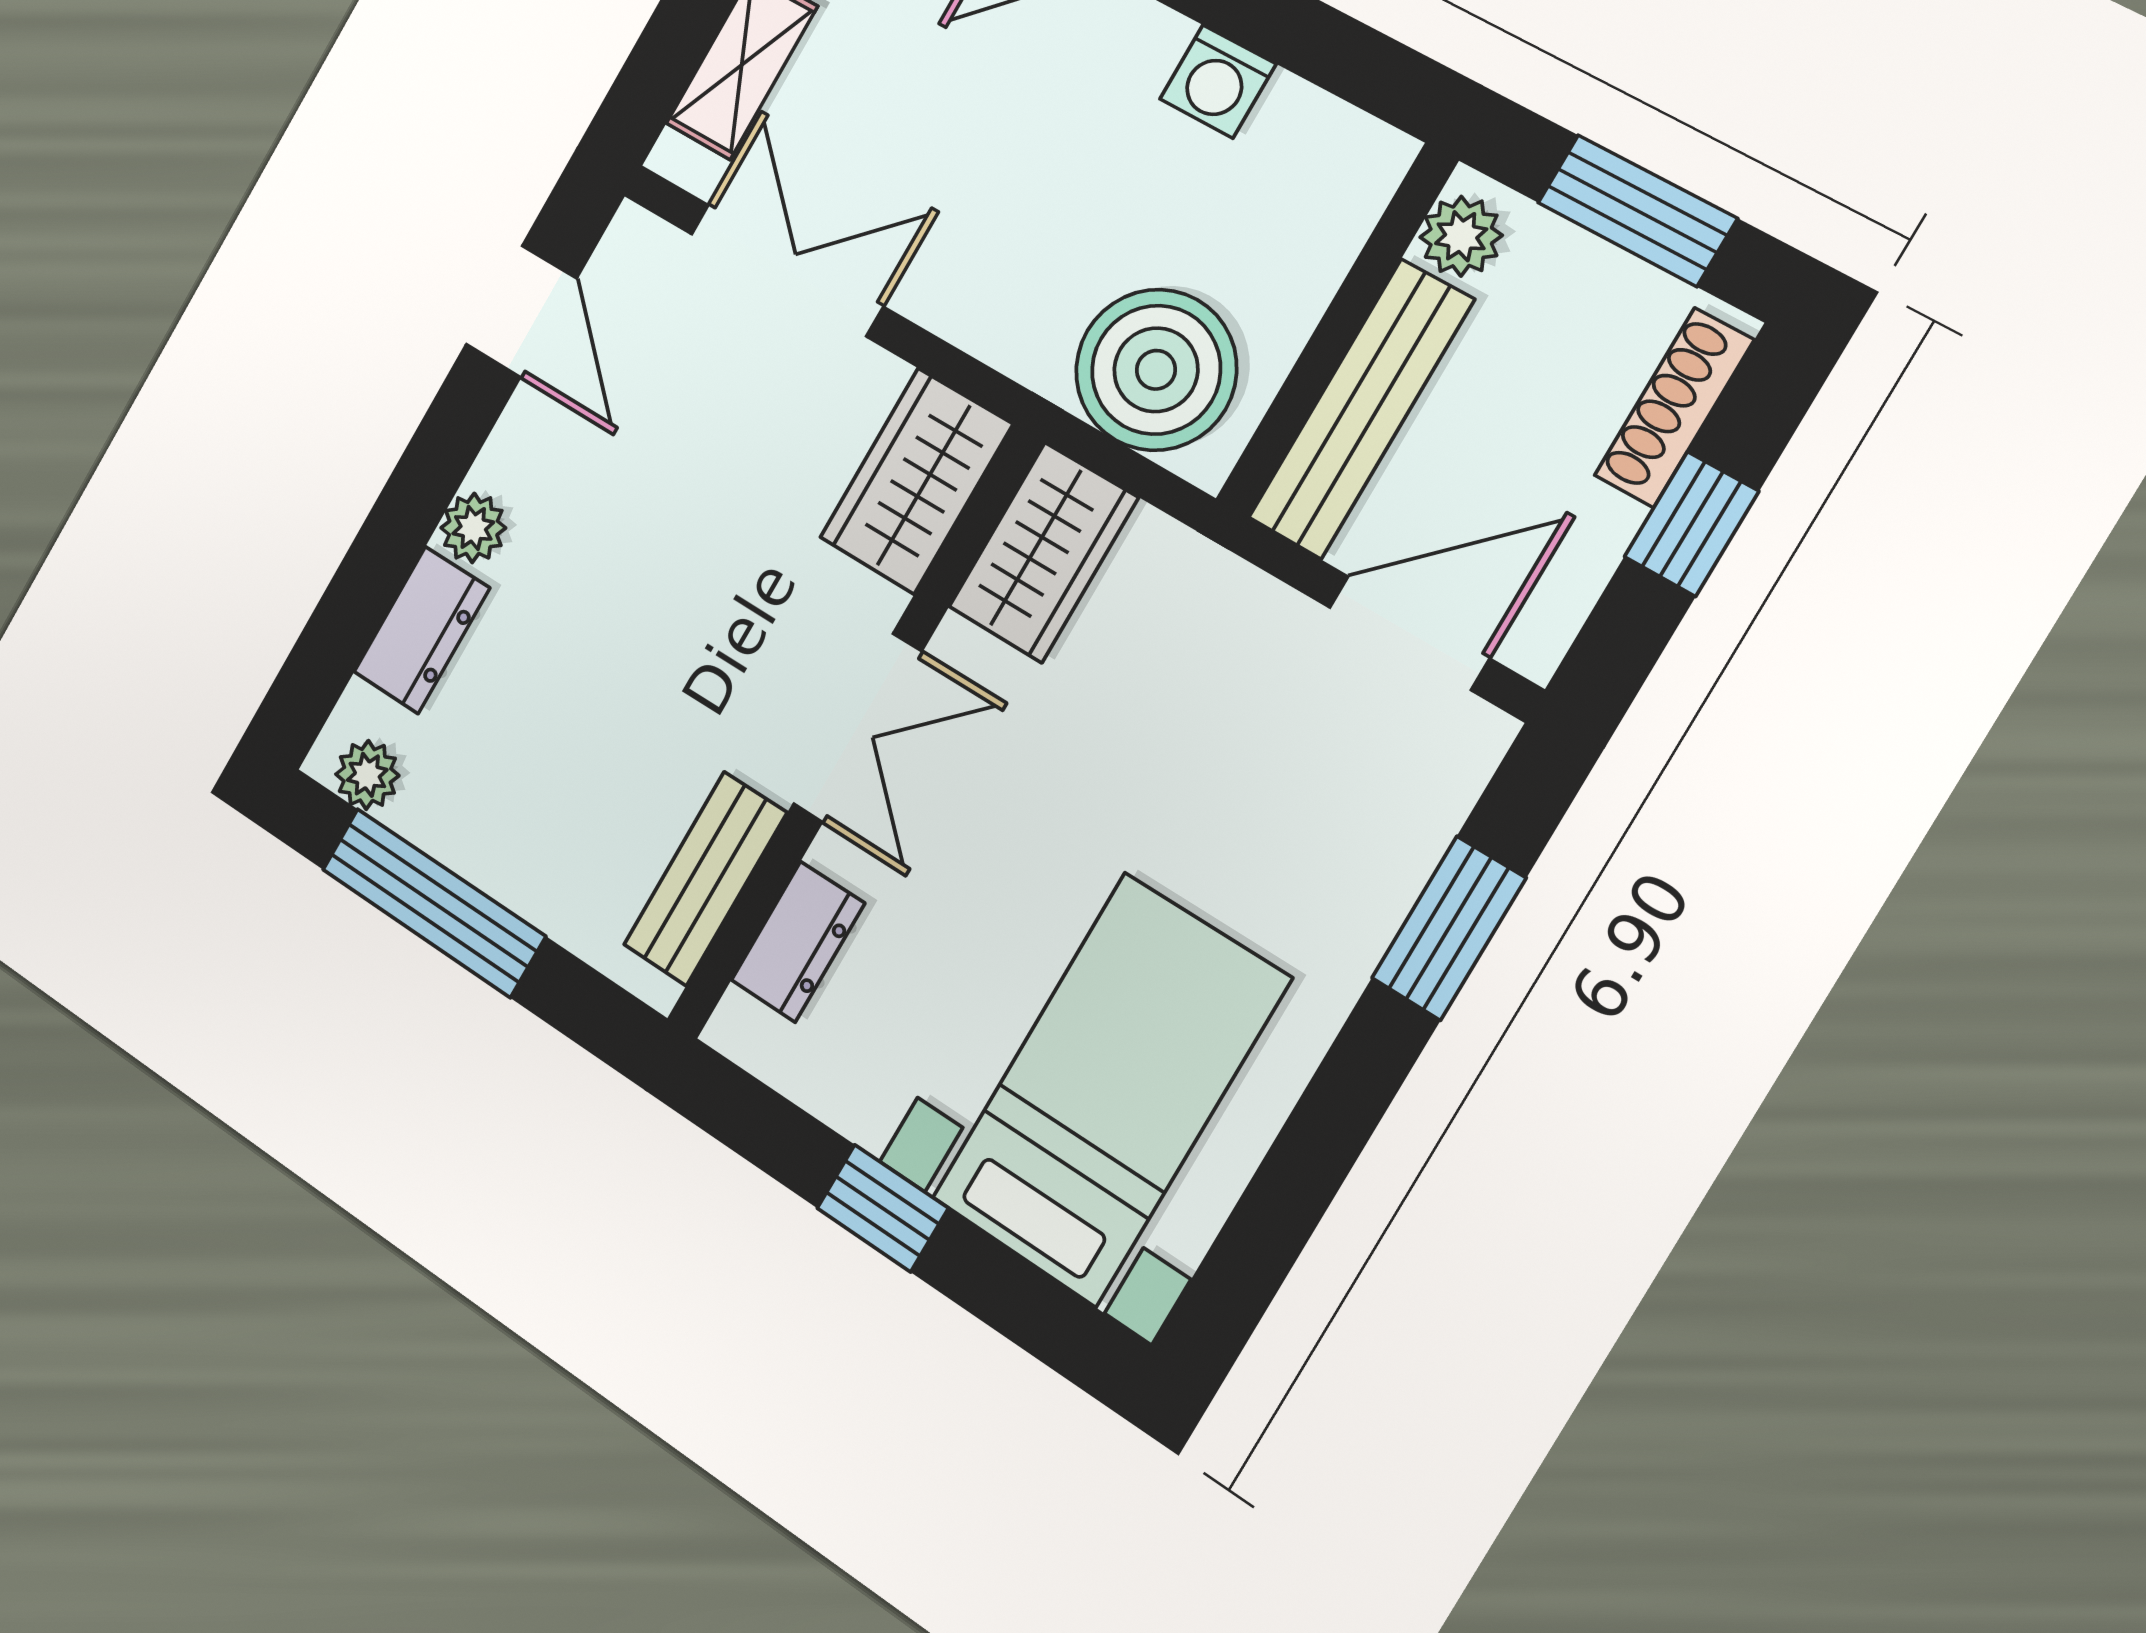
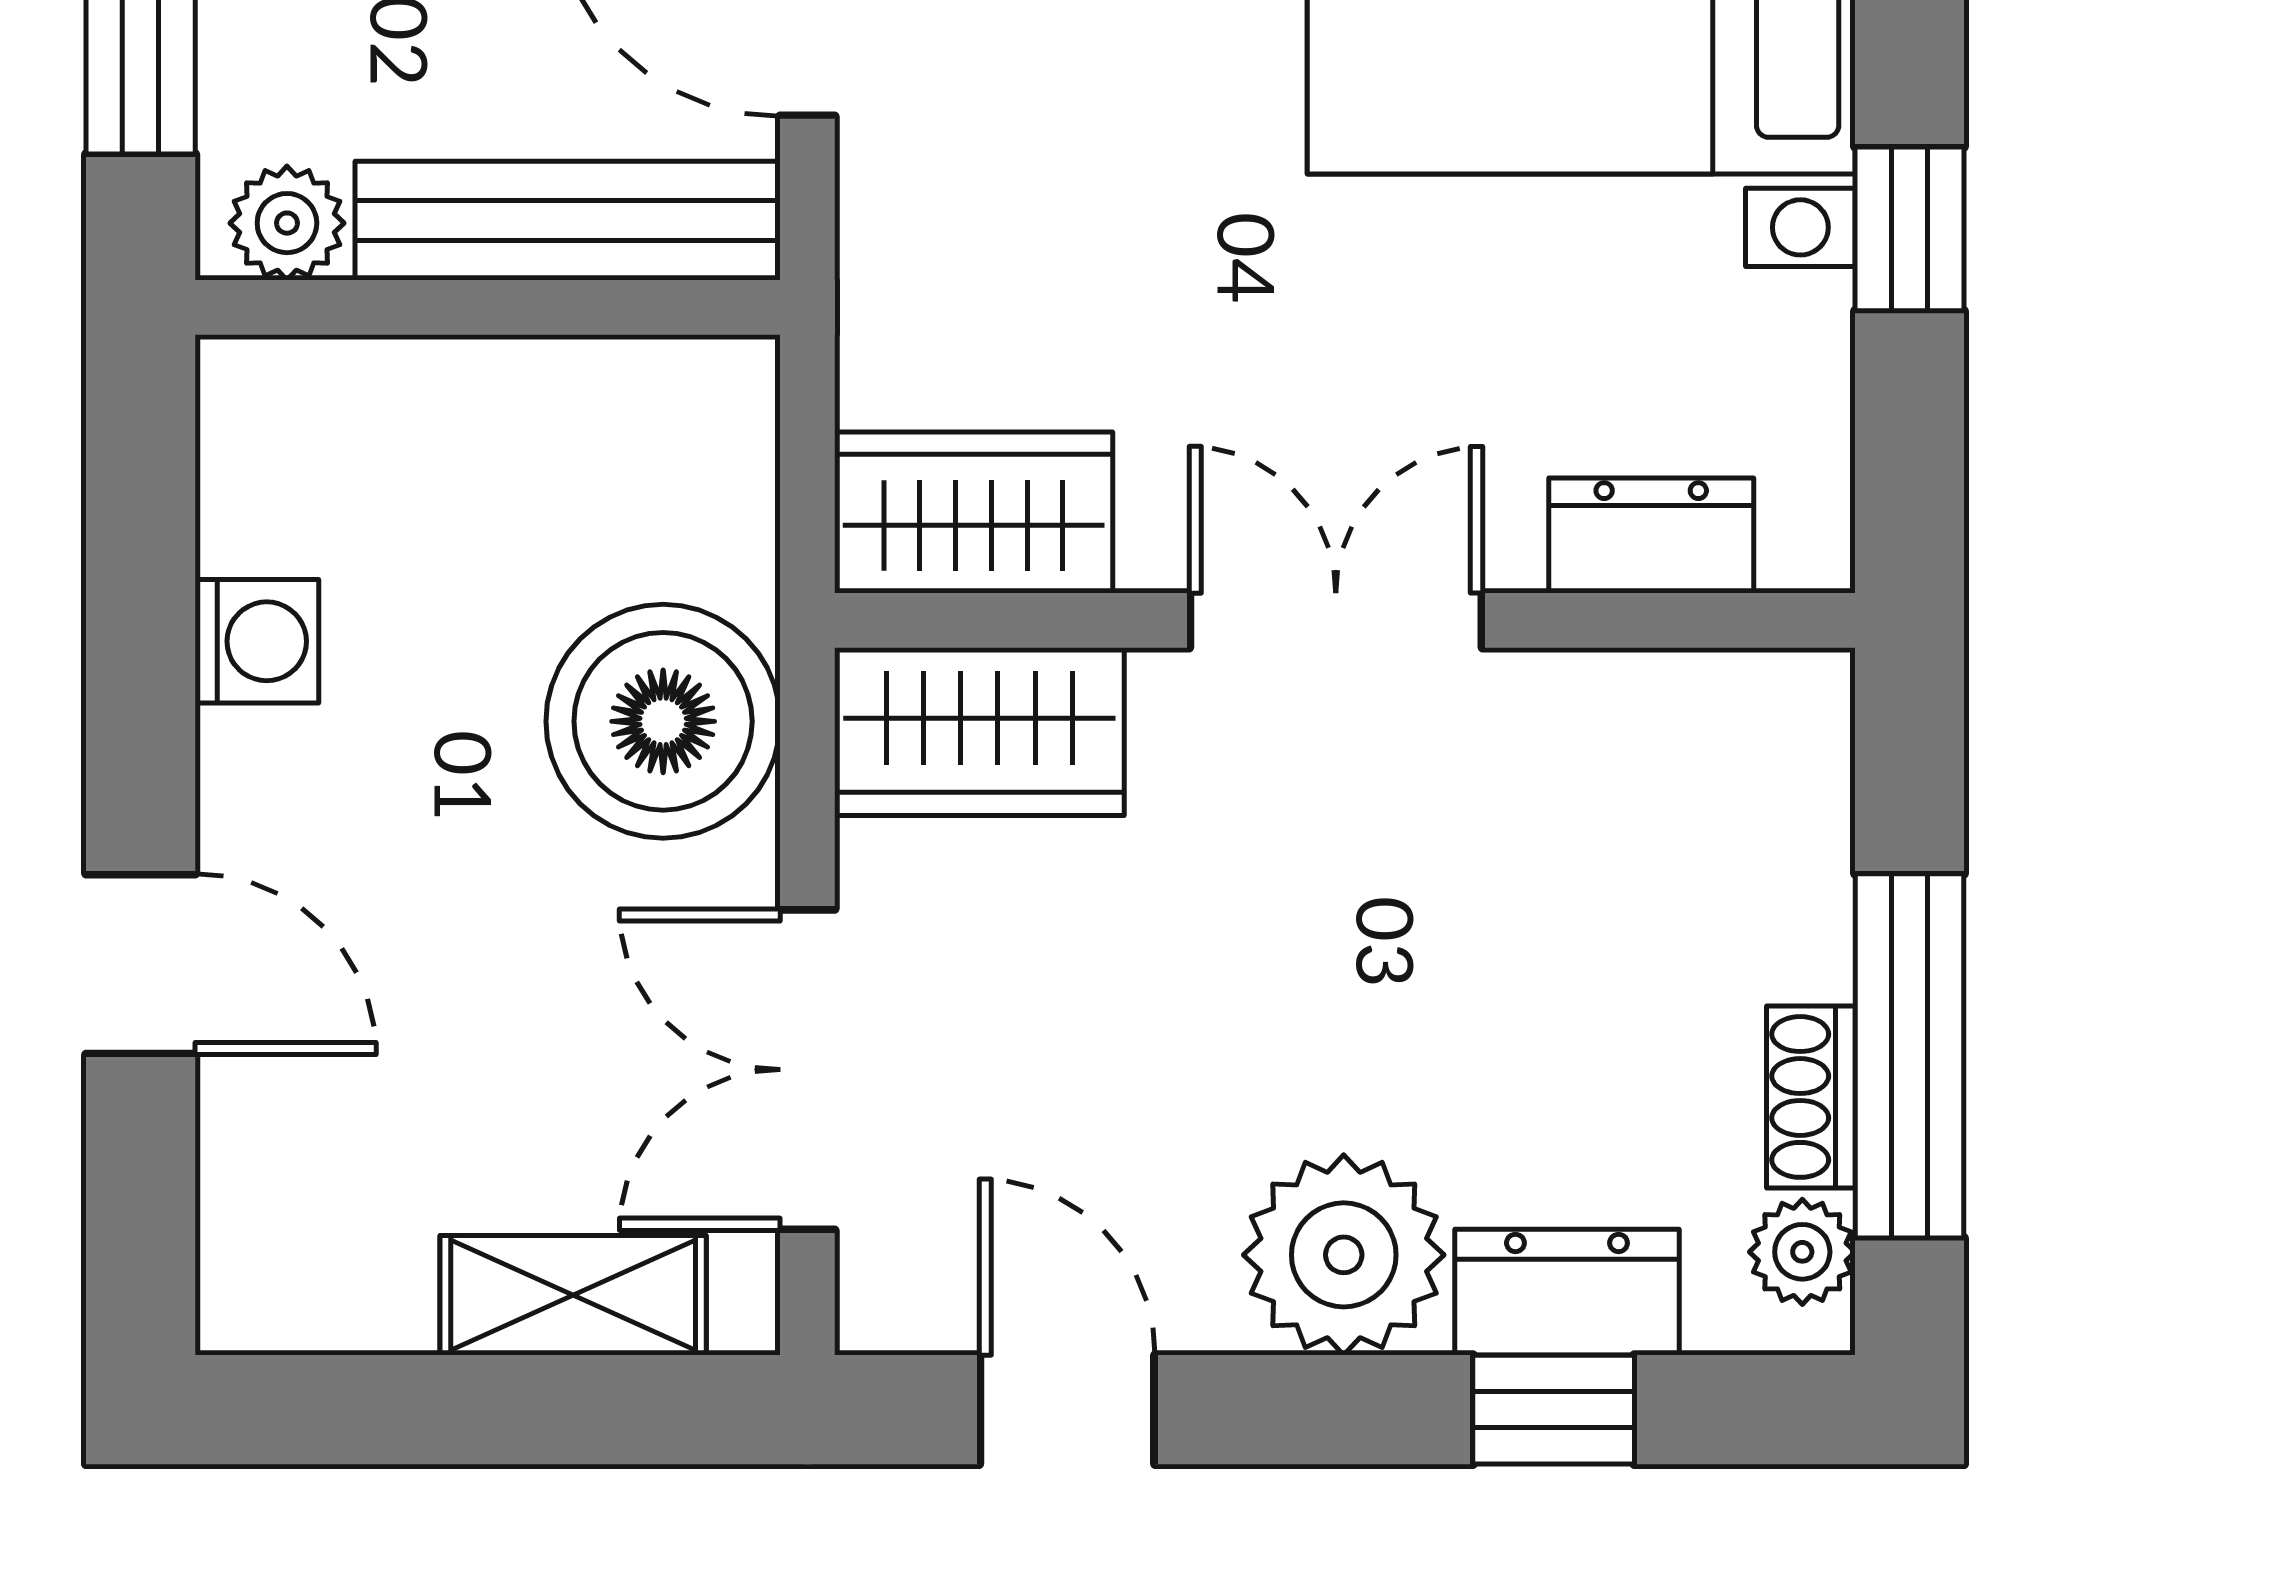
door: (521, 311) -> (1067, 1410), hinge flipped
boiler: (1156, 370) -> (663, 721), moved
plant: (473, 528) -> (1344, 1255), width x1.88, depth x1.88
window: (366, 584) -> (1554, 1410), added
shoe rack: (444, 833) -> (1811, 1097), added
bench: (705, 879) -> (1648, 705), removed

